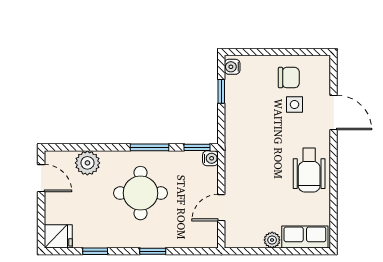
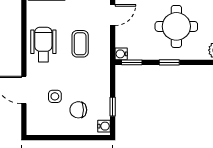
chair: (289, 78) -> (78, 110), moved
window: (149, 147) -> (169, 62), width x0.67
coffee table: (262, 171) -> (80, 44), added

